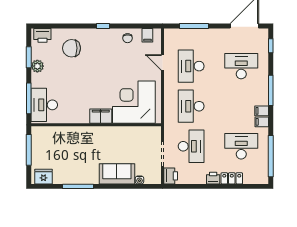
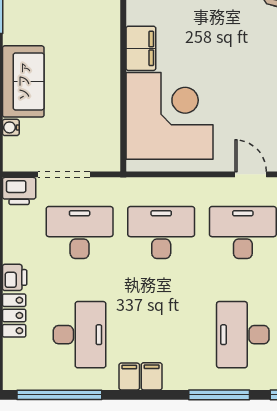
door: (163, 62) -> (251, 174), hinge flipped
desk: (241, 66) -> (243, 335), turned 180
window: (271, 90) -> (219, 395), moved
desk: (191, 146) -> (80, 233), turned 180

